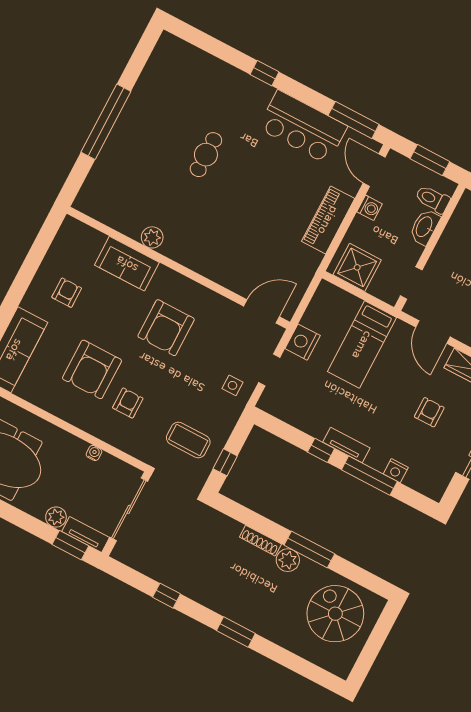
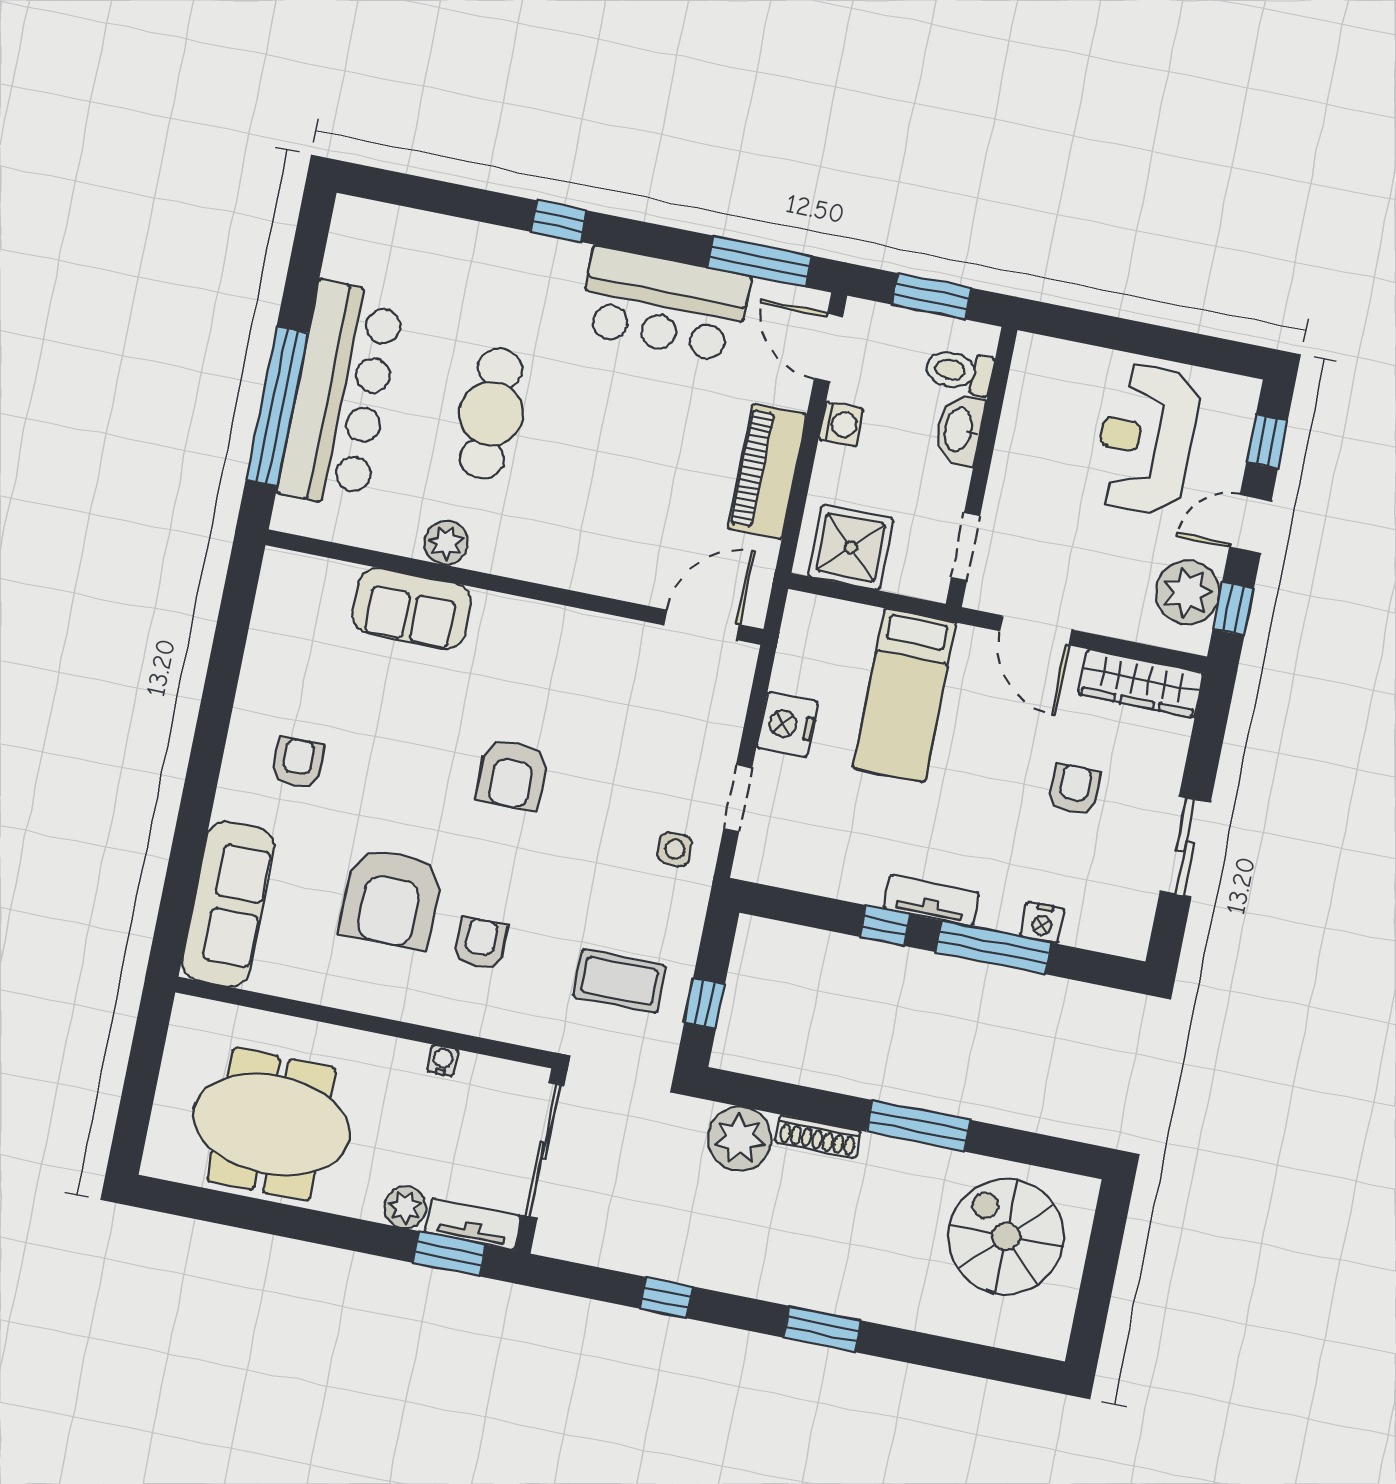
bar counter: (138, 125) -> (341, 395), added
cafe table: (206, 155) -> (491, 414), width x1.37, depth x1.35
plant: (152, 237) -> (446, 543), moved
sofa: (127, 264) -> (412, 608), moved
wall: (178, 268) -> (514, 587), moved
door: (261, 311) -> (702, 625), moved
armchair: (166, 328) -> (512, 774), width x0.73, depth x0.73
plant: (288, 560) -> (740, 1139), moved, width x1.36, depth x1.36

